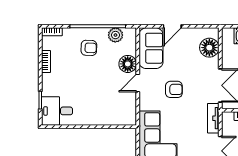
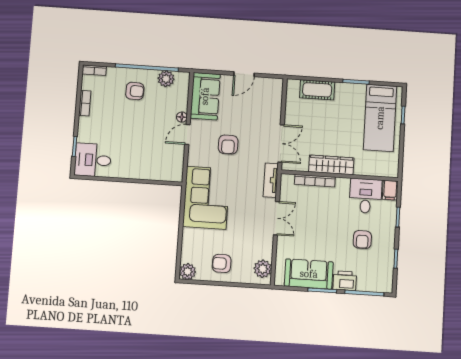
door: (172, 26) -> (244, 74), moved
floor lamp: (209, 48) -> (271, 100), removed
floor lamp: (128, 64) -> (182, 117), width x0.53, depth x0.53
armchair: (174, 89) -> (228, 144), turned 90

